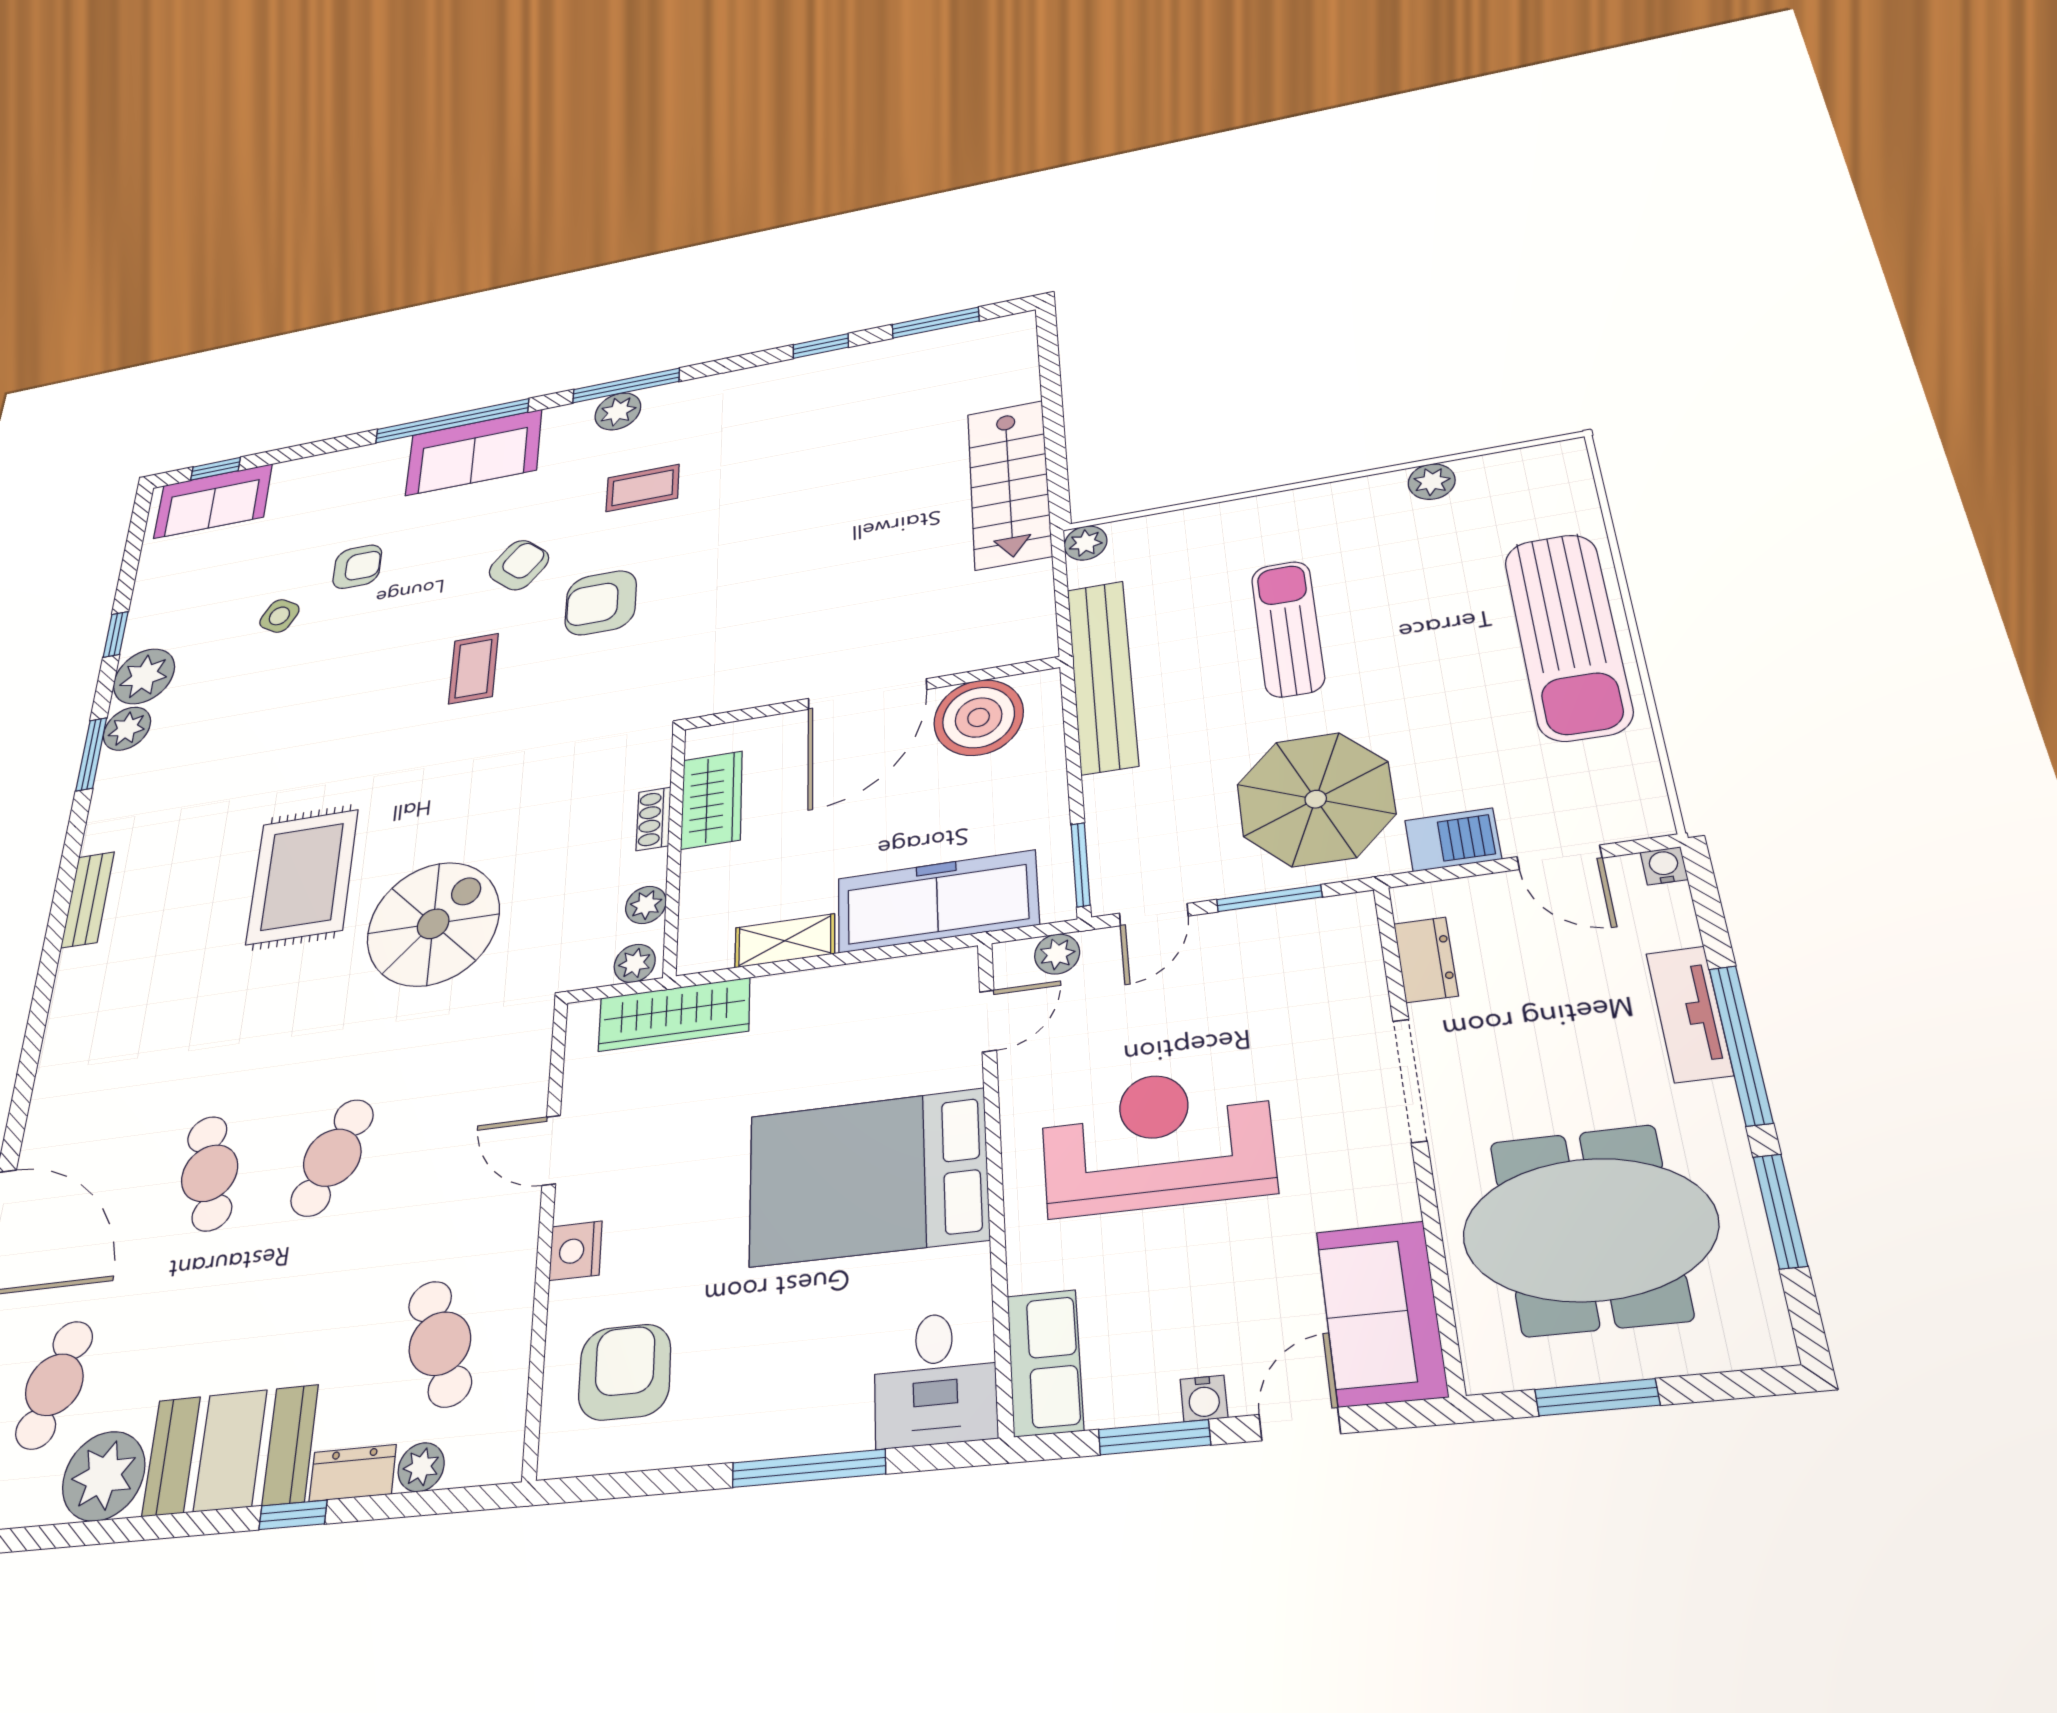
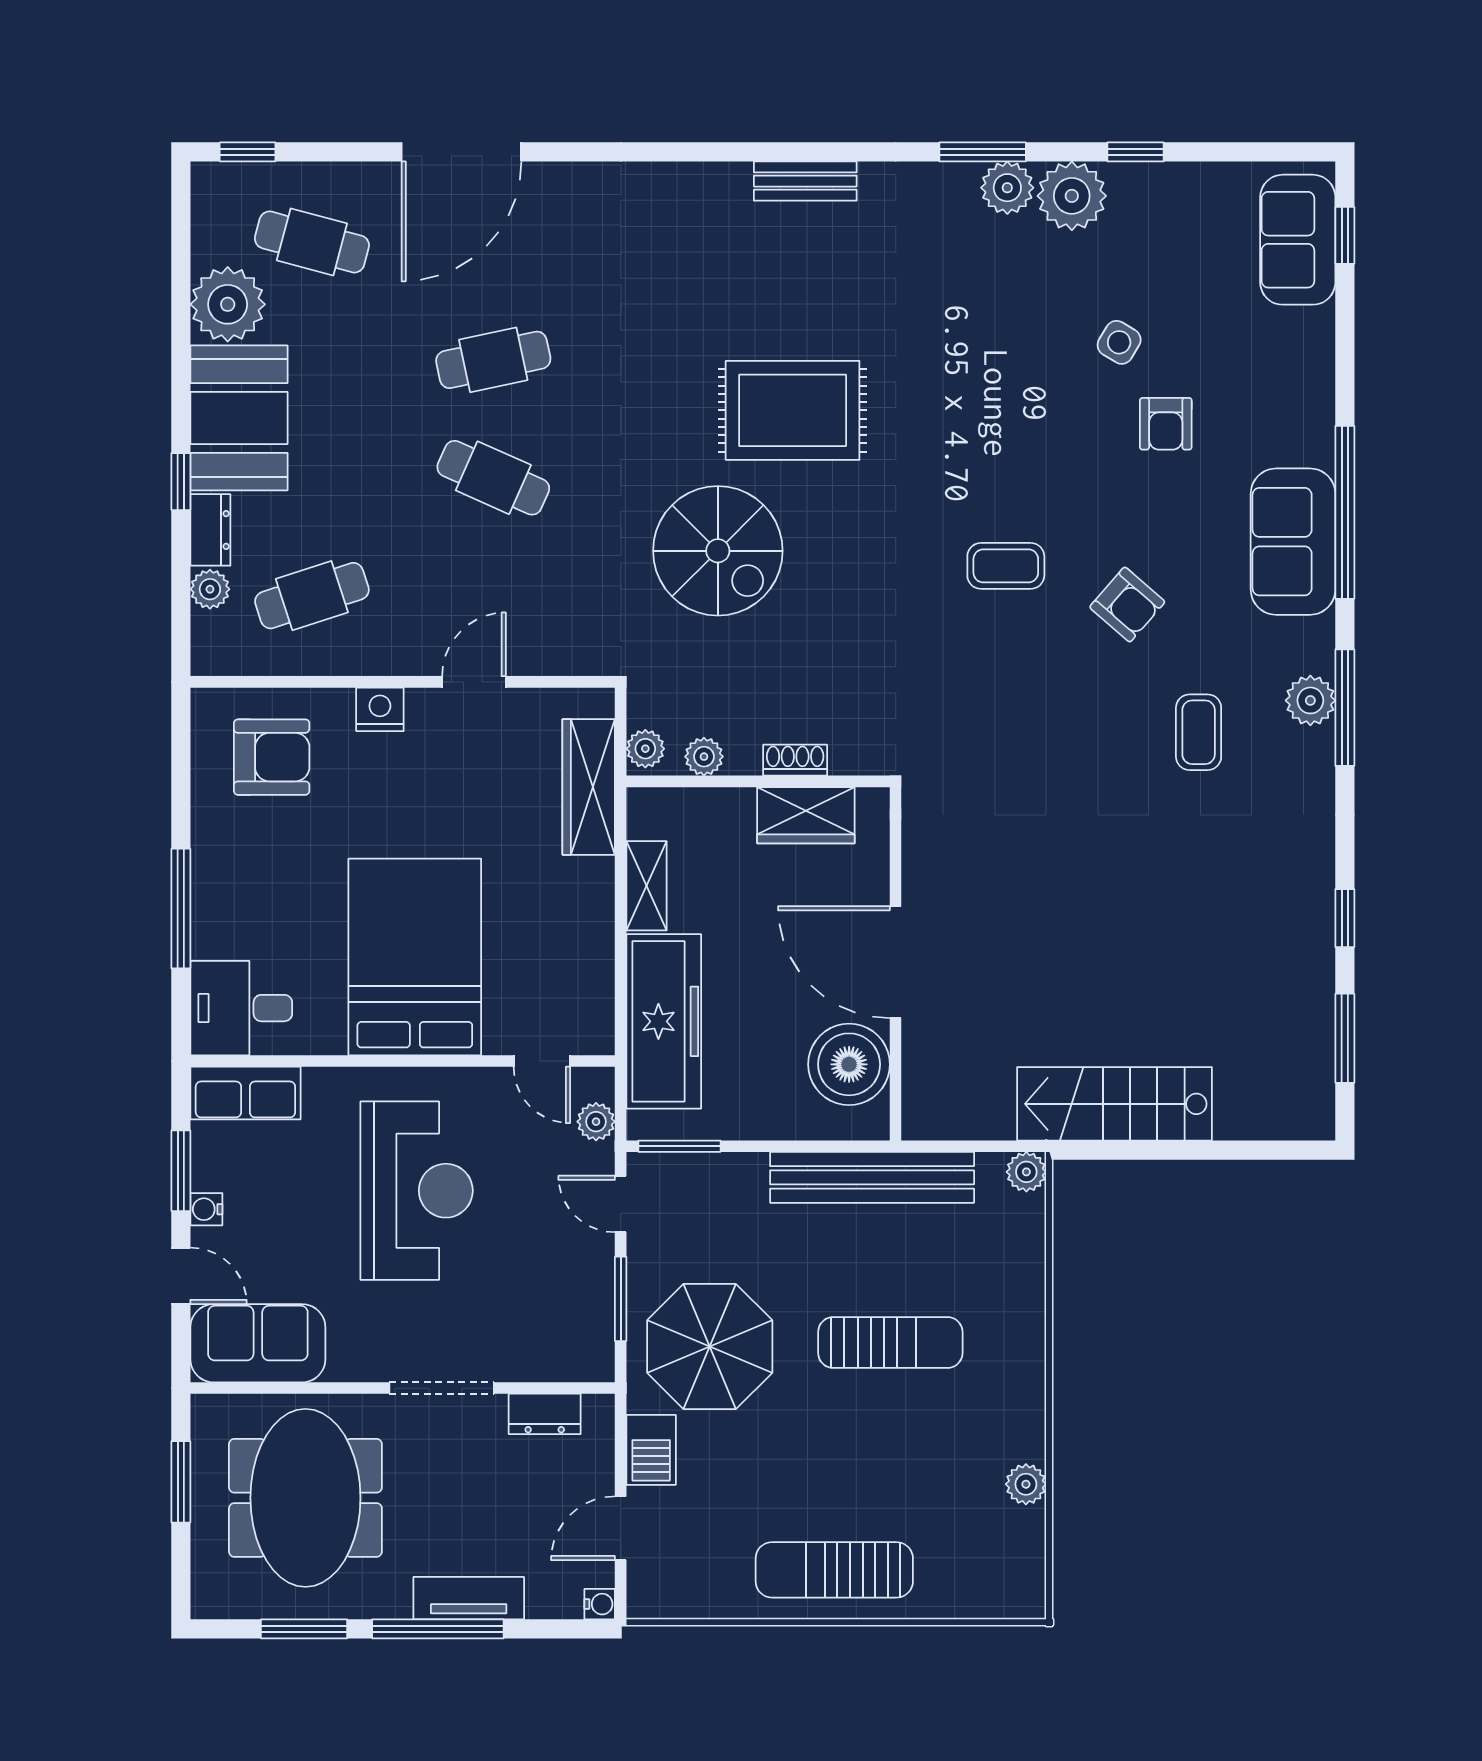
armchair: (601, 603) -> (1060, 695), removed
sun lounger: (1568, 636) -> (834, 1570), width x0.73, depth x0.75

